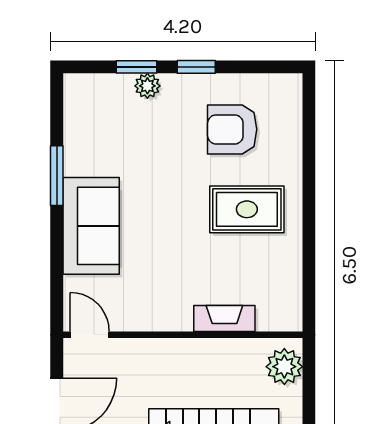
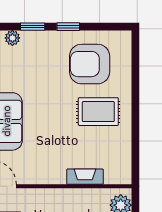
plant: (147, 86) -> (12, 38), moved
armchair: (232, 129) -> (90, 64), width x1.36, depth x1.36

